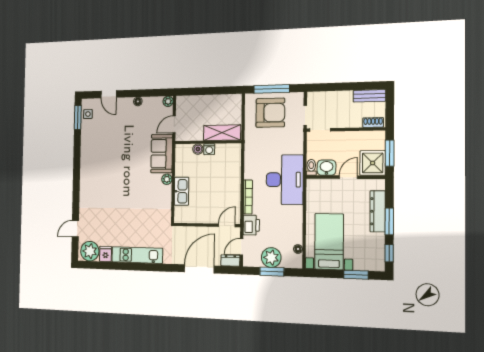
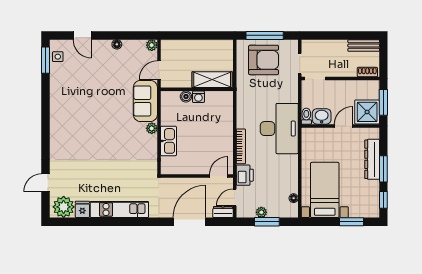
plant: (271, 258) -> (261, 212), width x0.53, depth x0.53

